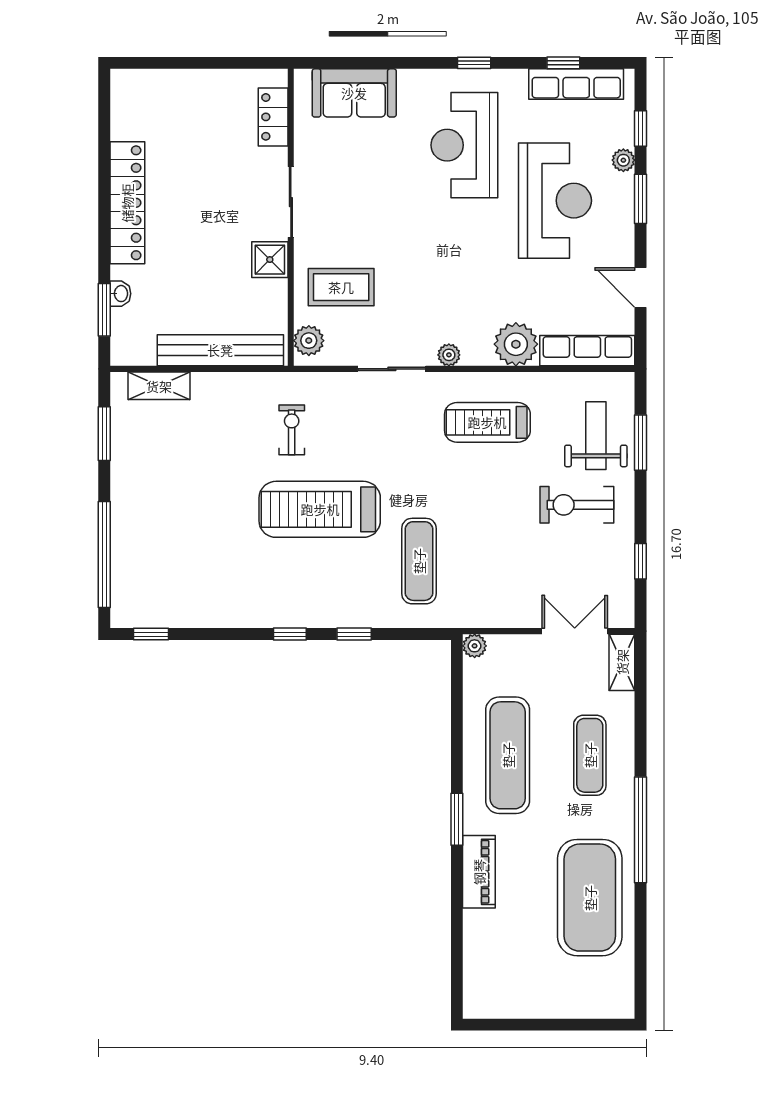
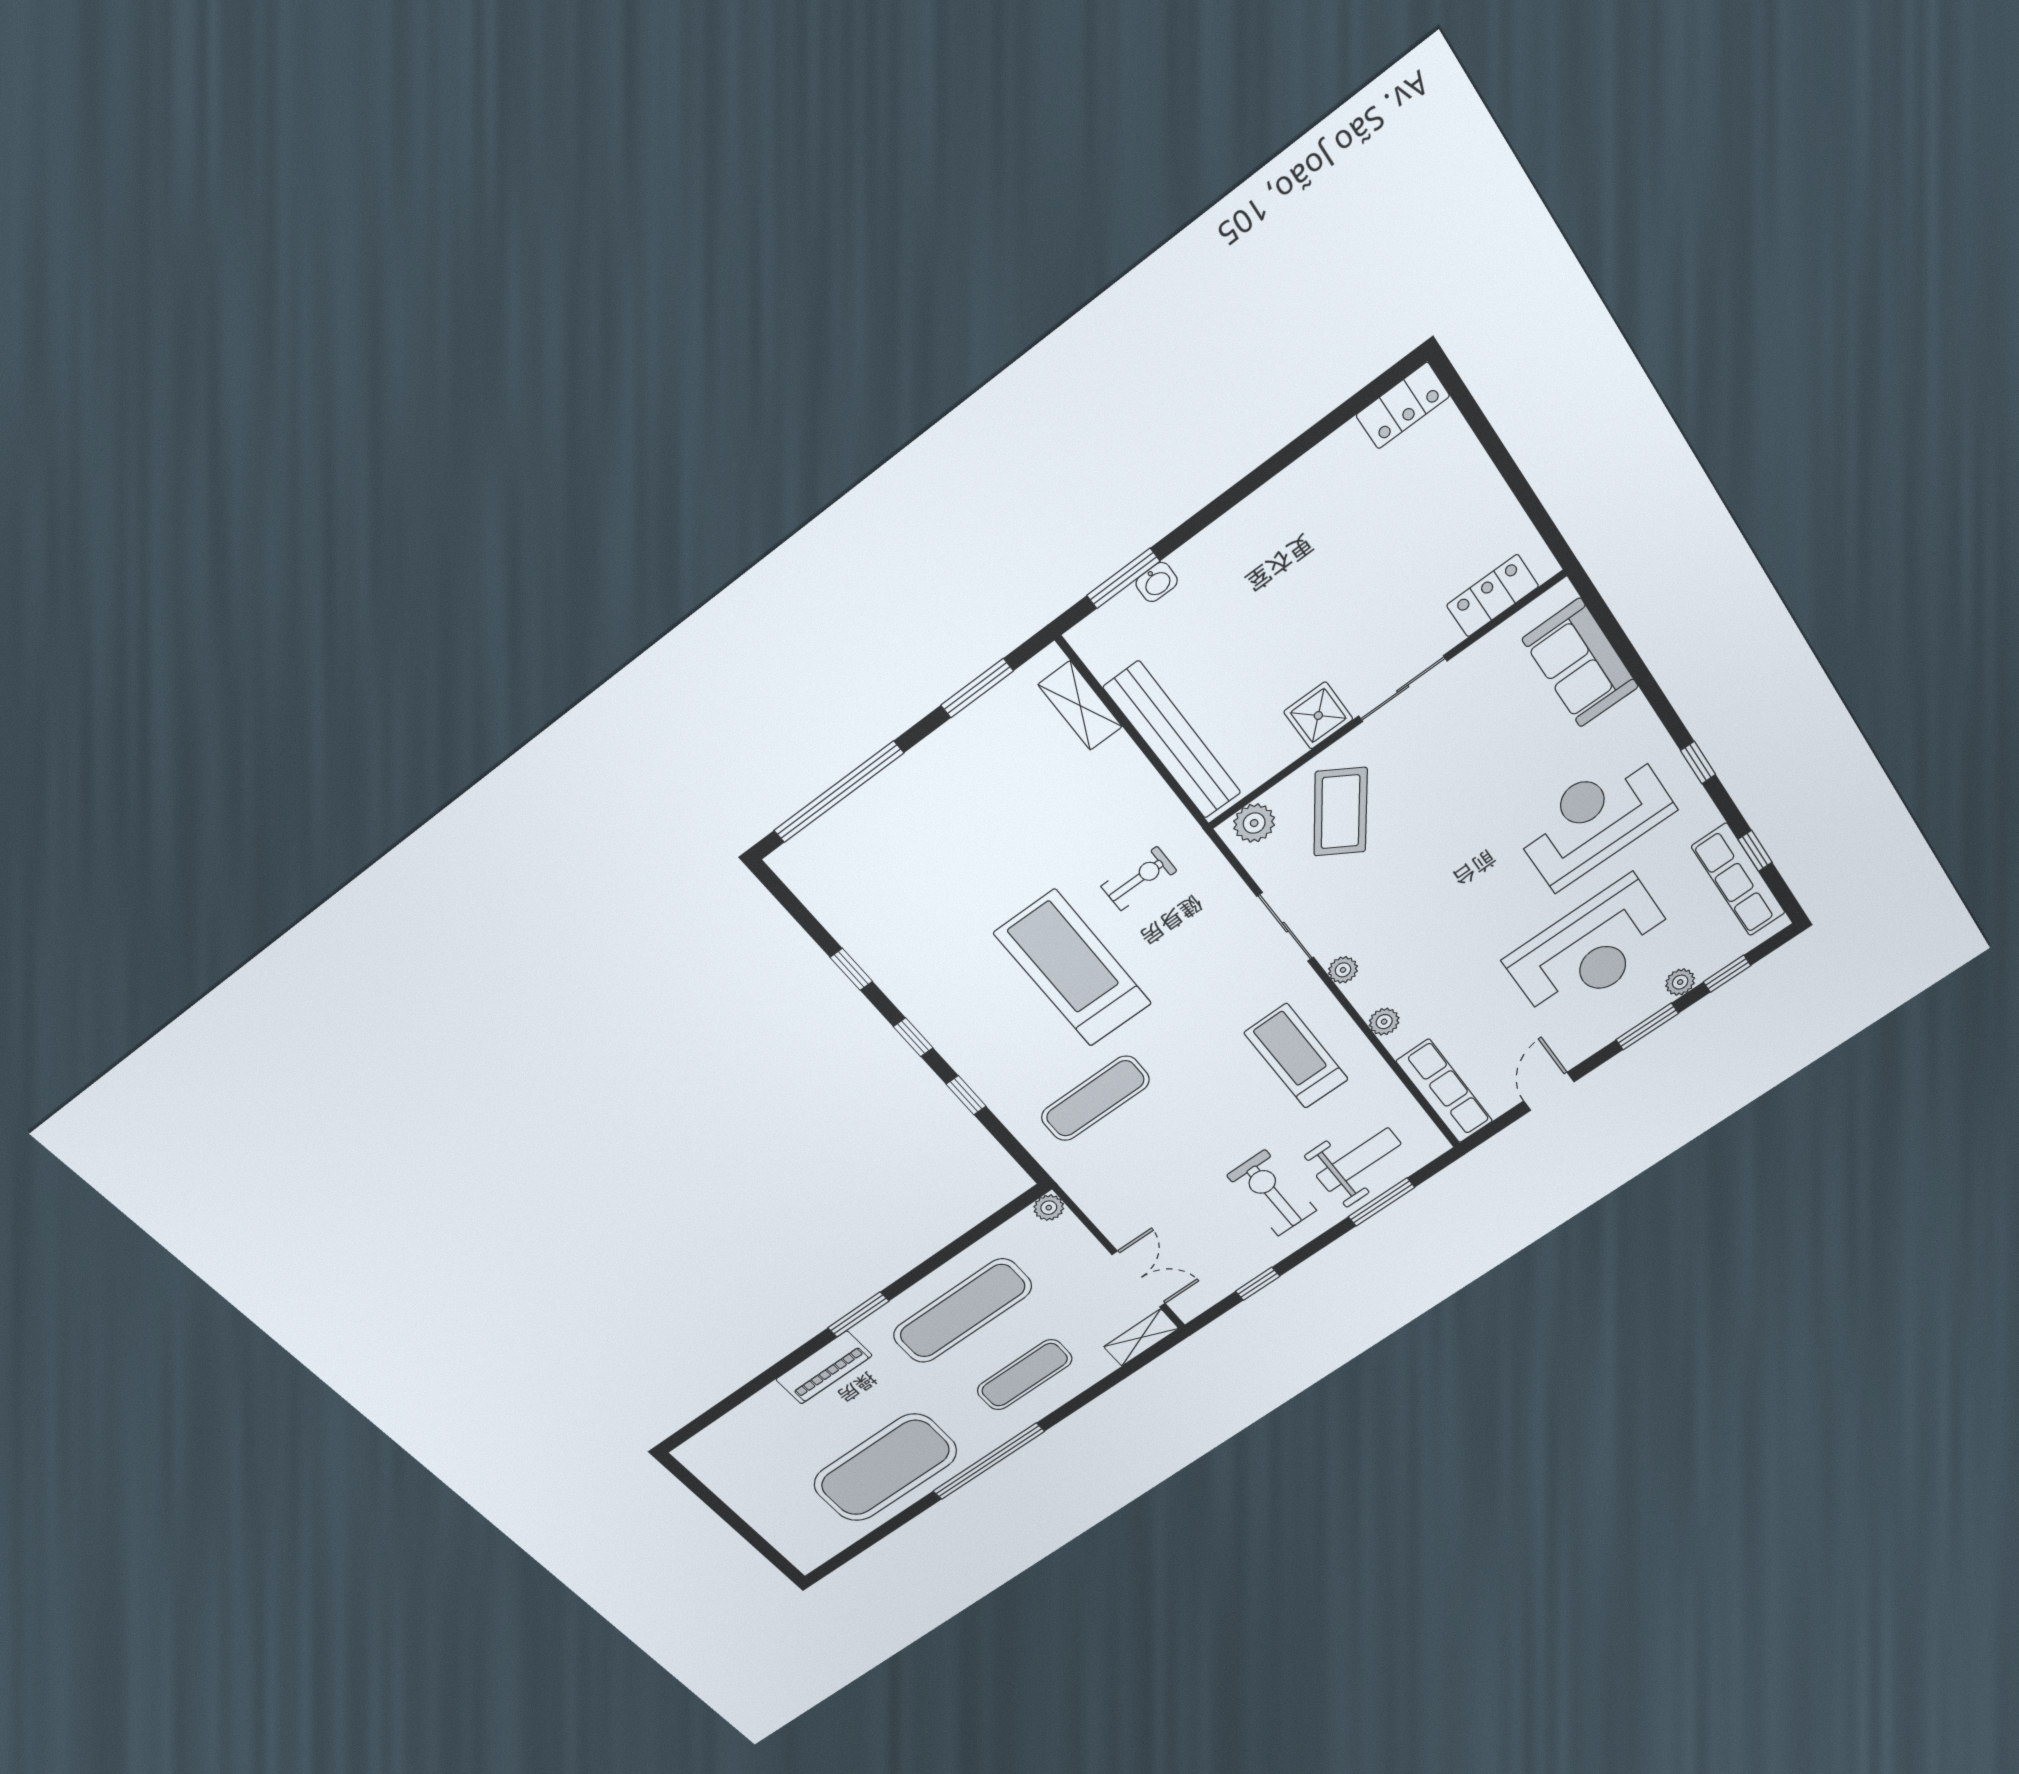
locker: (127, 203) -> (1403, 406), moved, width x0.46, depth x0.83
coffee table: (341, 287) -> (1341, 812), turned 34
plant: (516, 344) -> (1384, 1022), width x0.53, depth x0.53
window: (151, 634) -> (851, 969), moved

